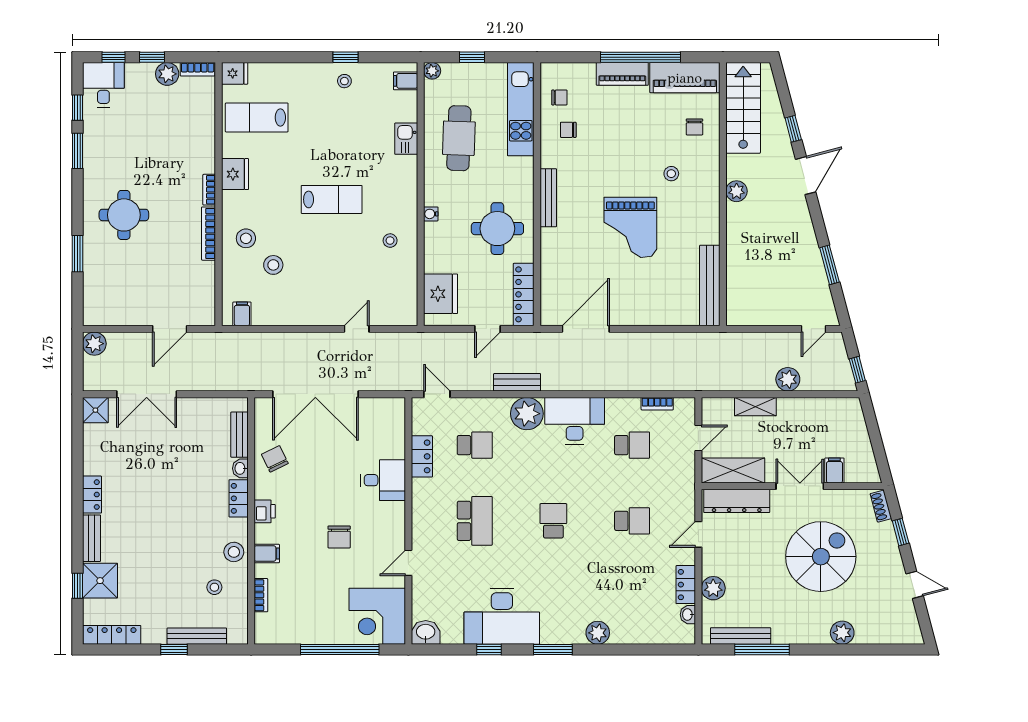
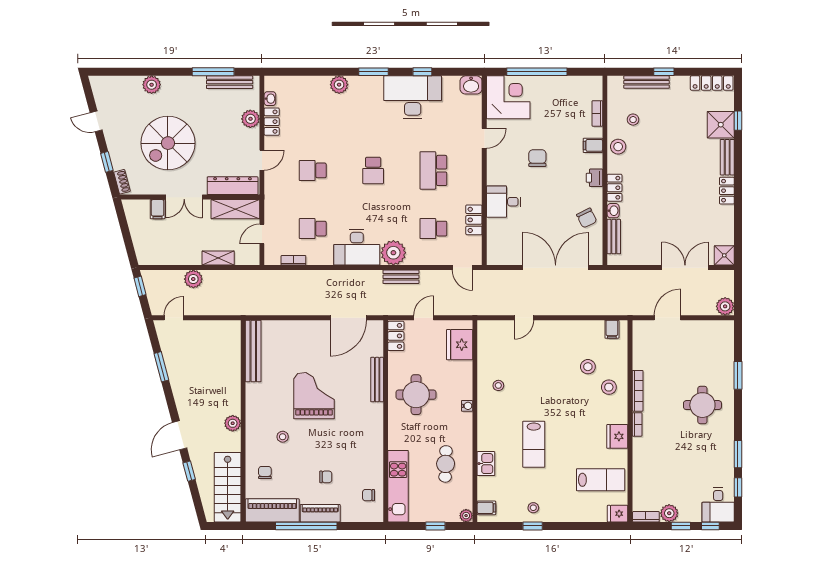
chair: (568, 130) -> (326, 477), moved
cafe table: (459, 138) -> (446, 464), width x0.73, depth x0.74
bench: (548, 198) -> (377, 380), moved
lab bench: (332, 199) -> (534, 444), moved, turned -90
locker: (524, 294) -> (396, 336), width x0.66

